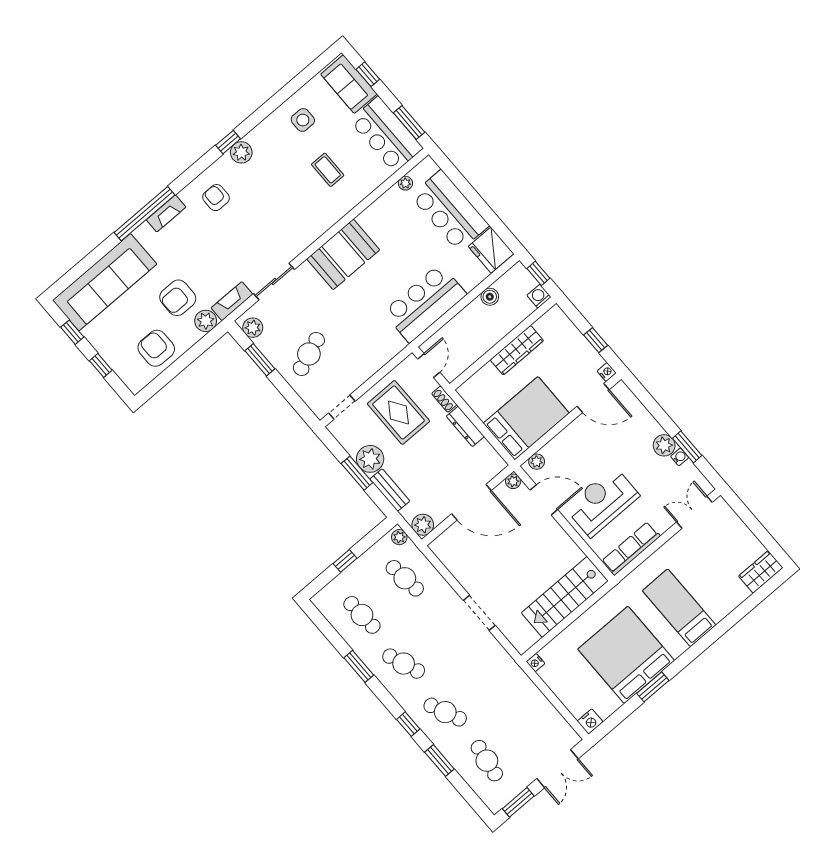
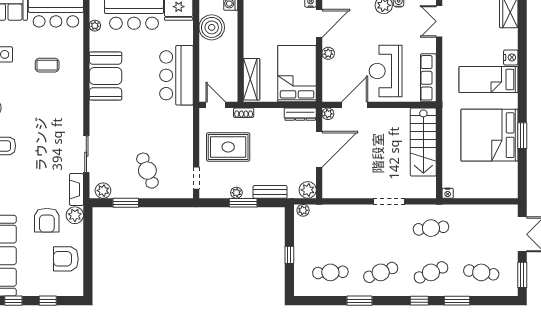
booth: (343, 254) -> (105, 76), moved
boiler: (490, 297) -> (212, 27), width x1.86, depth x1.86
wardrobe: (517, 350) -> (252, 79), moved
dresser: (465, 426) -> (300, 114), moved
plant: (370, 459) -> (236, 193), width x0.53, depth x0.53
plant: (537, 462) -> (328, 53), moved
cafe table: (405, 578) -> (431, 228), moved
nightstand: (590, 722) -> (511, 57), moved

